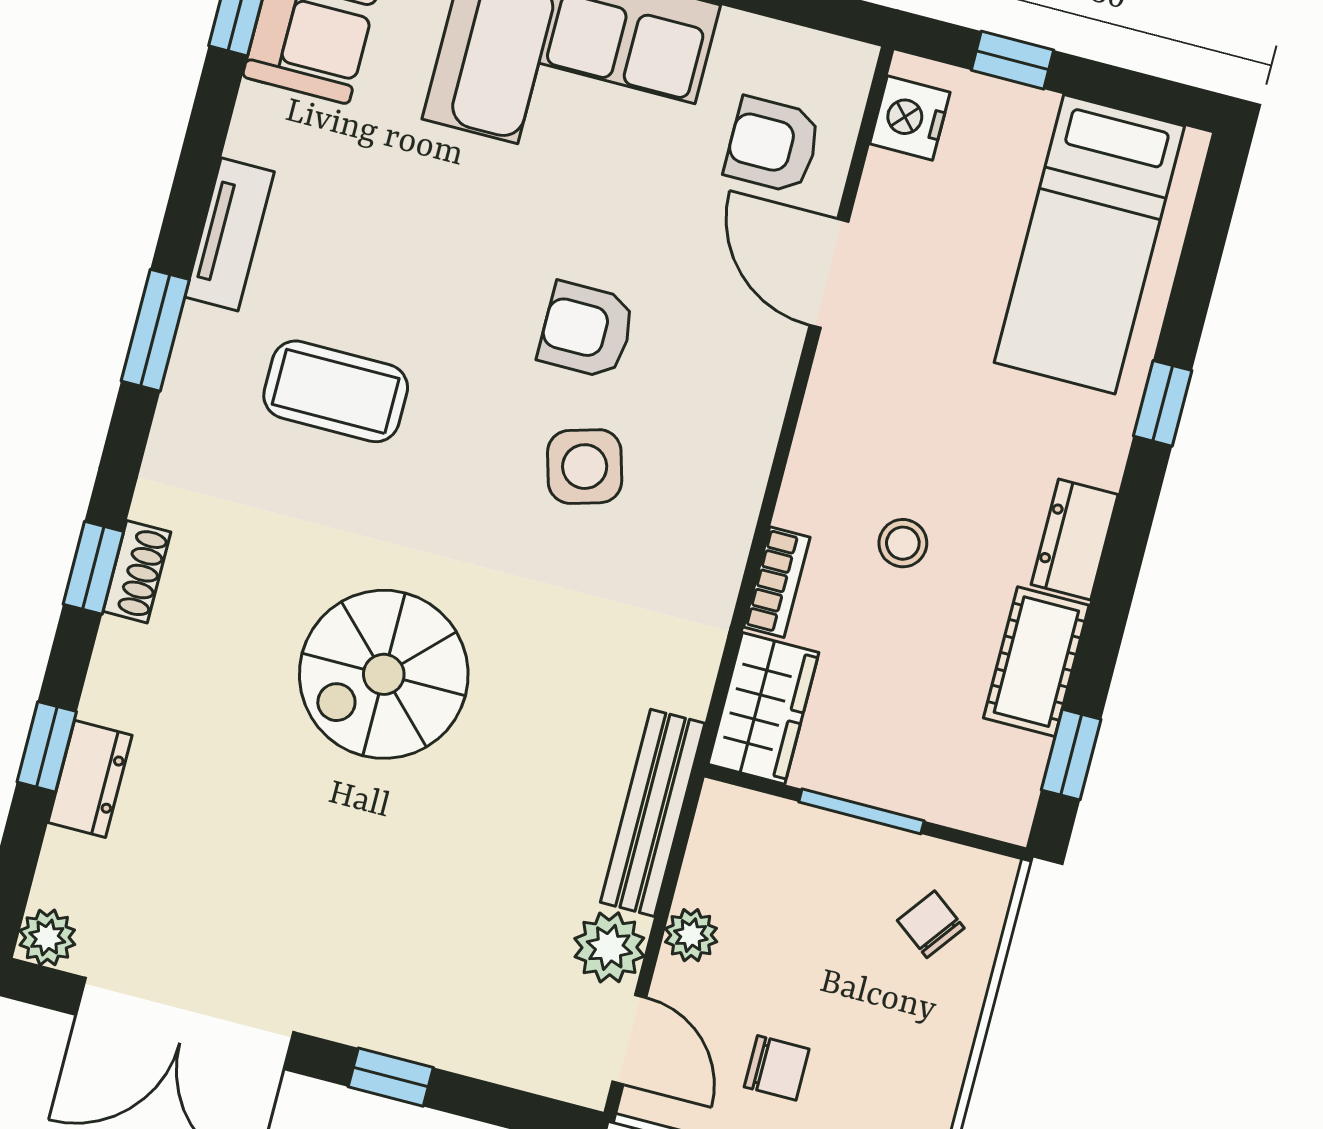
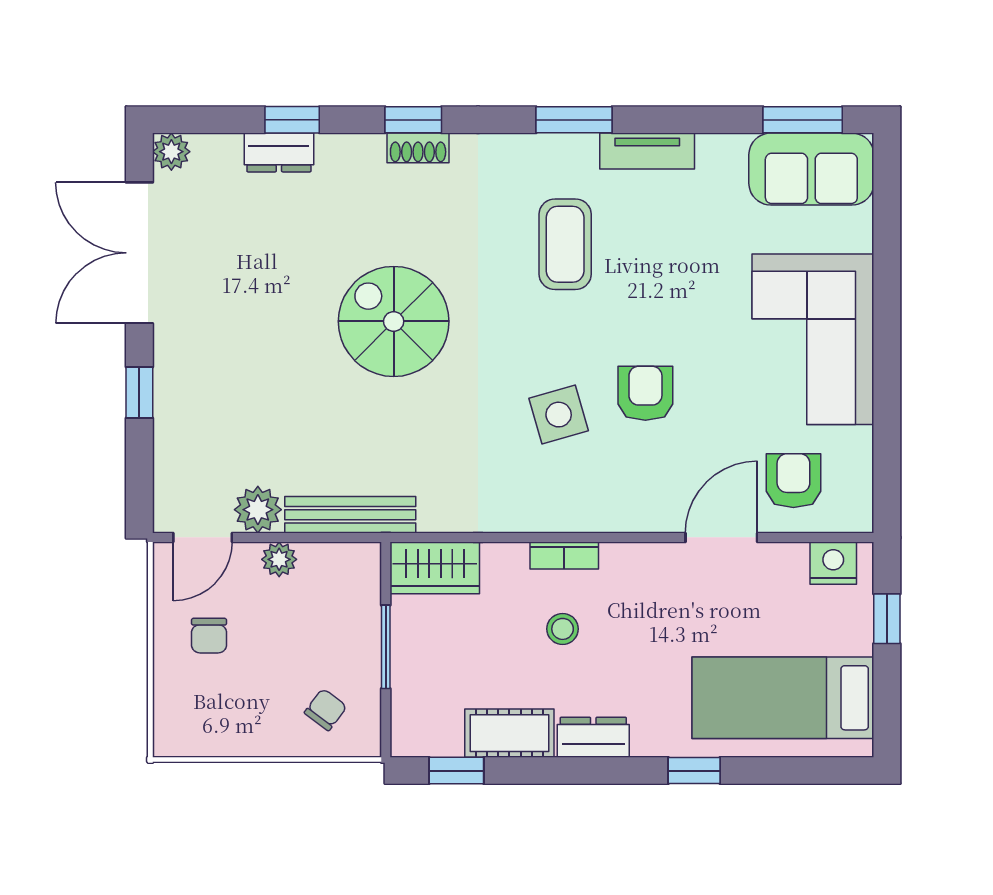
bookcase: (777, 582) -> (564, 556), moved

